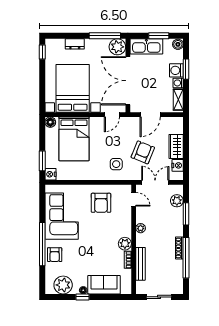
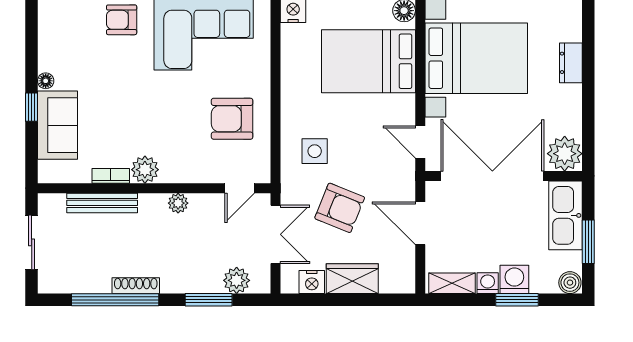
window: (105, 36) -> (588, 127), removed
plant: (63, 285) -> (57, 38), removed
window: (83, 297) -> (32, 107), moved

